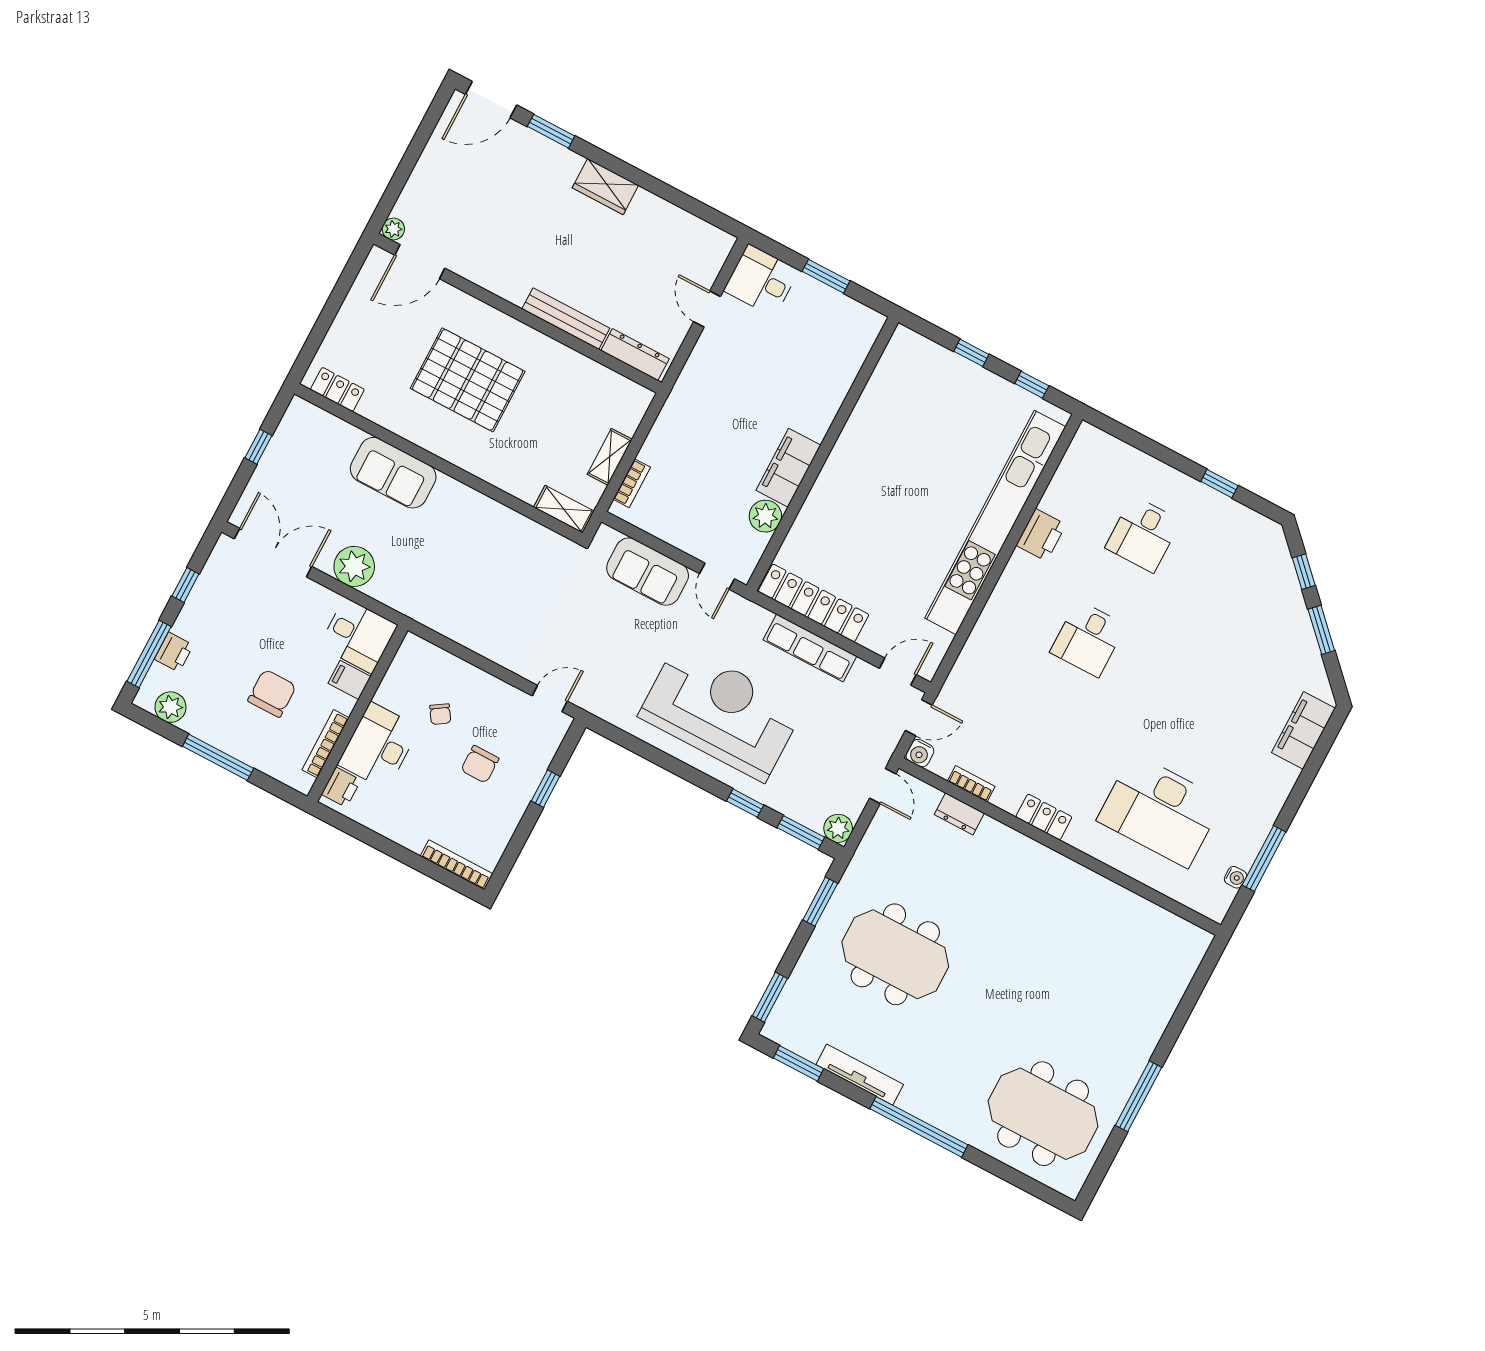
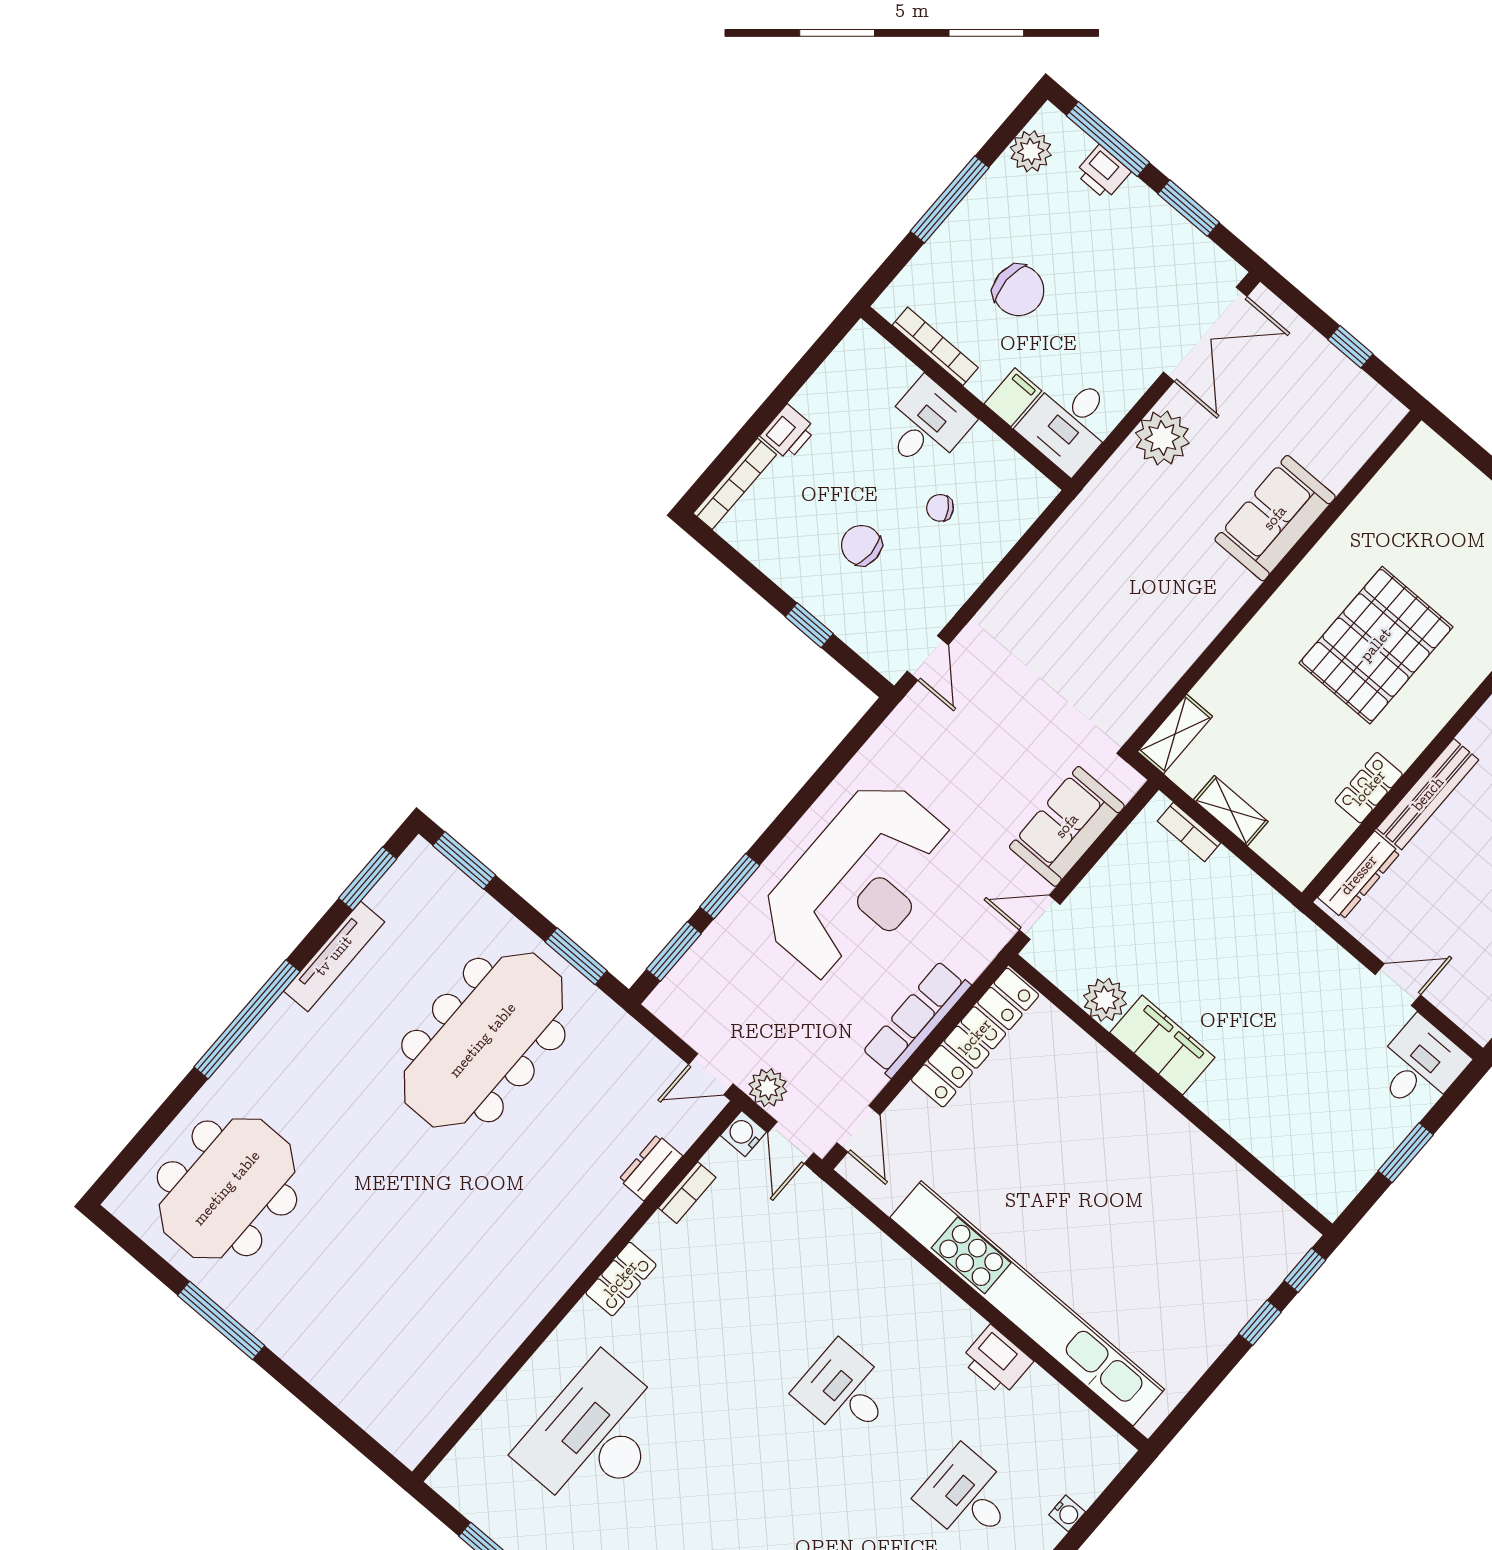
window: (1032, 385) -> (1305, 1270), moved
locker: (337, 389) -> (1369, 788), moved, turned 180
window: (185, 585) -> (1189, 208), width x1.50
desk: (379, 746) -> (926, 425), width x0.73
printer: (341, 787) -> (788, 432), moved, turned -90
window: (745, 803) -> (730, 886), width x1.50
plant: (838, 828) -> (768, 1088), moved
water cooler: (1235, 877) -> (1067, 1513), moved, turned -90
meeting table: (895, 954) -> (483, 1040), width x1.36

